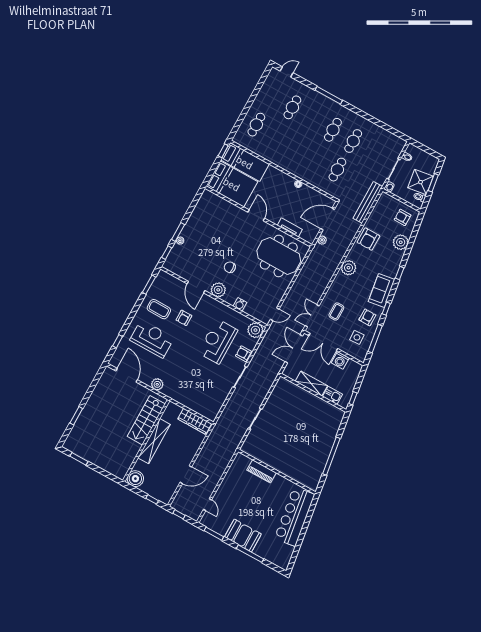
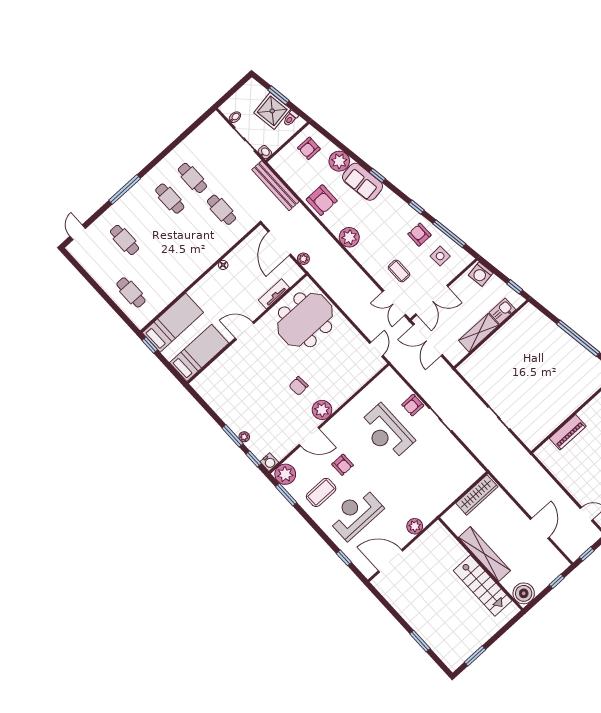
bed: (232, 184) -> (199, 353), width x0.67
sofa: (382, 290) -> (363, 182), moved
water cooler: (240, 304) -> (269, 462), moved
plant: (255, 330) -> (285, 474), moved
washing machine: (340, 360) -> (481, 274), moved, turned 81
stairs: (146, 420) -> (483, 586), moved

